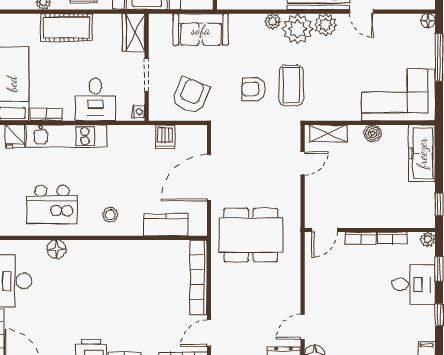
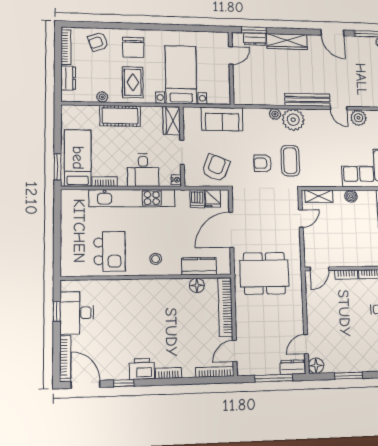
plant: (325, 25) -> (358, 118), moved
fridge: (15, 136) -> (213, 198), moved
kitchen unit: (66, 136) -> (132, 198), width x1.36
kitchen island: (52, 204) -> (110, 251), turned -90
floor lamp: (57, 249) -> (197, 285), moved

